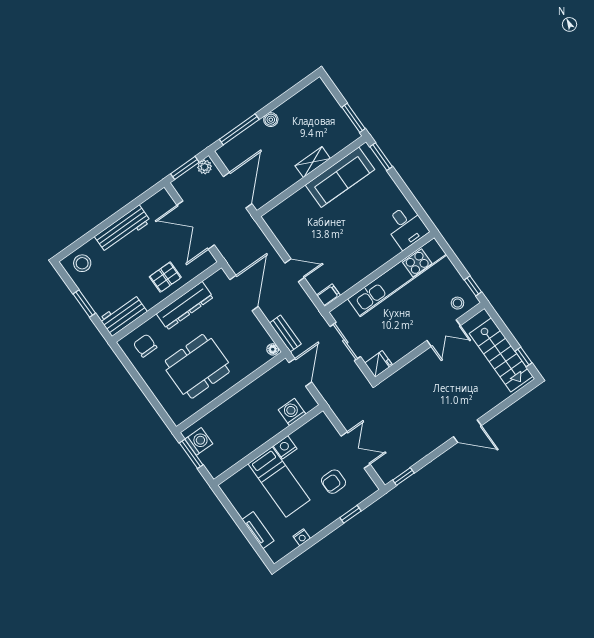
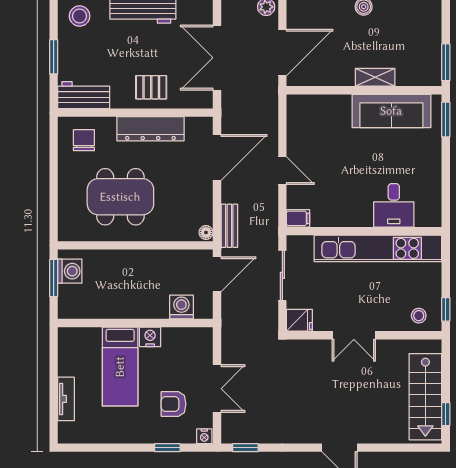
desk: (406, 227) -> (394, 205), moved
double door: (444, 333) -> (354, 335), moved
nightstand: (302, 537) -> (204, 436), moved

